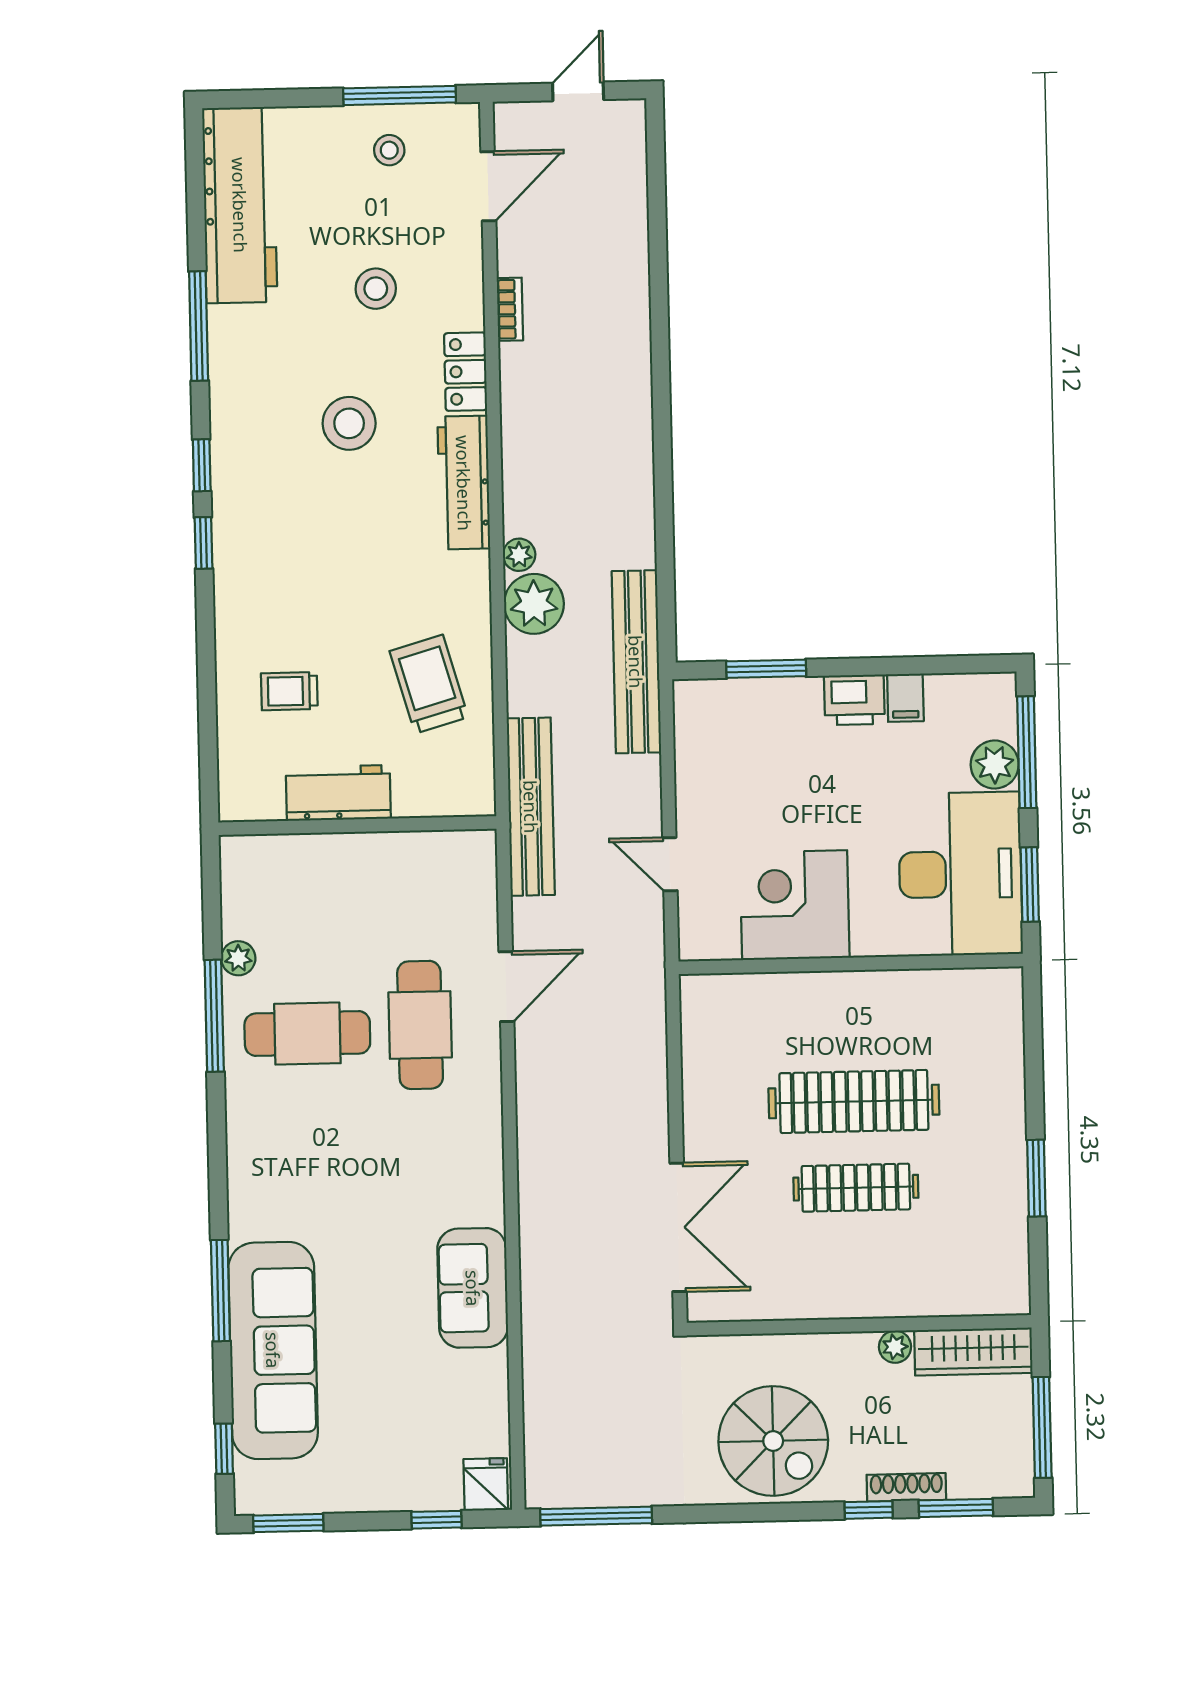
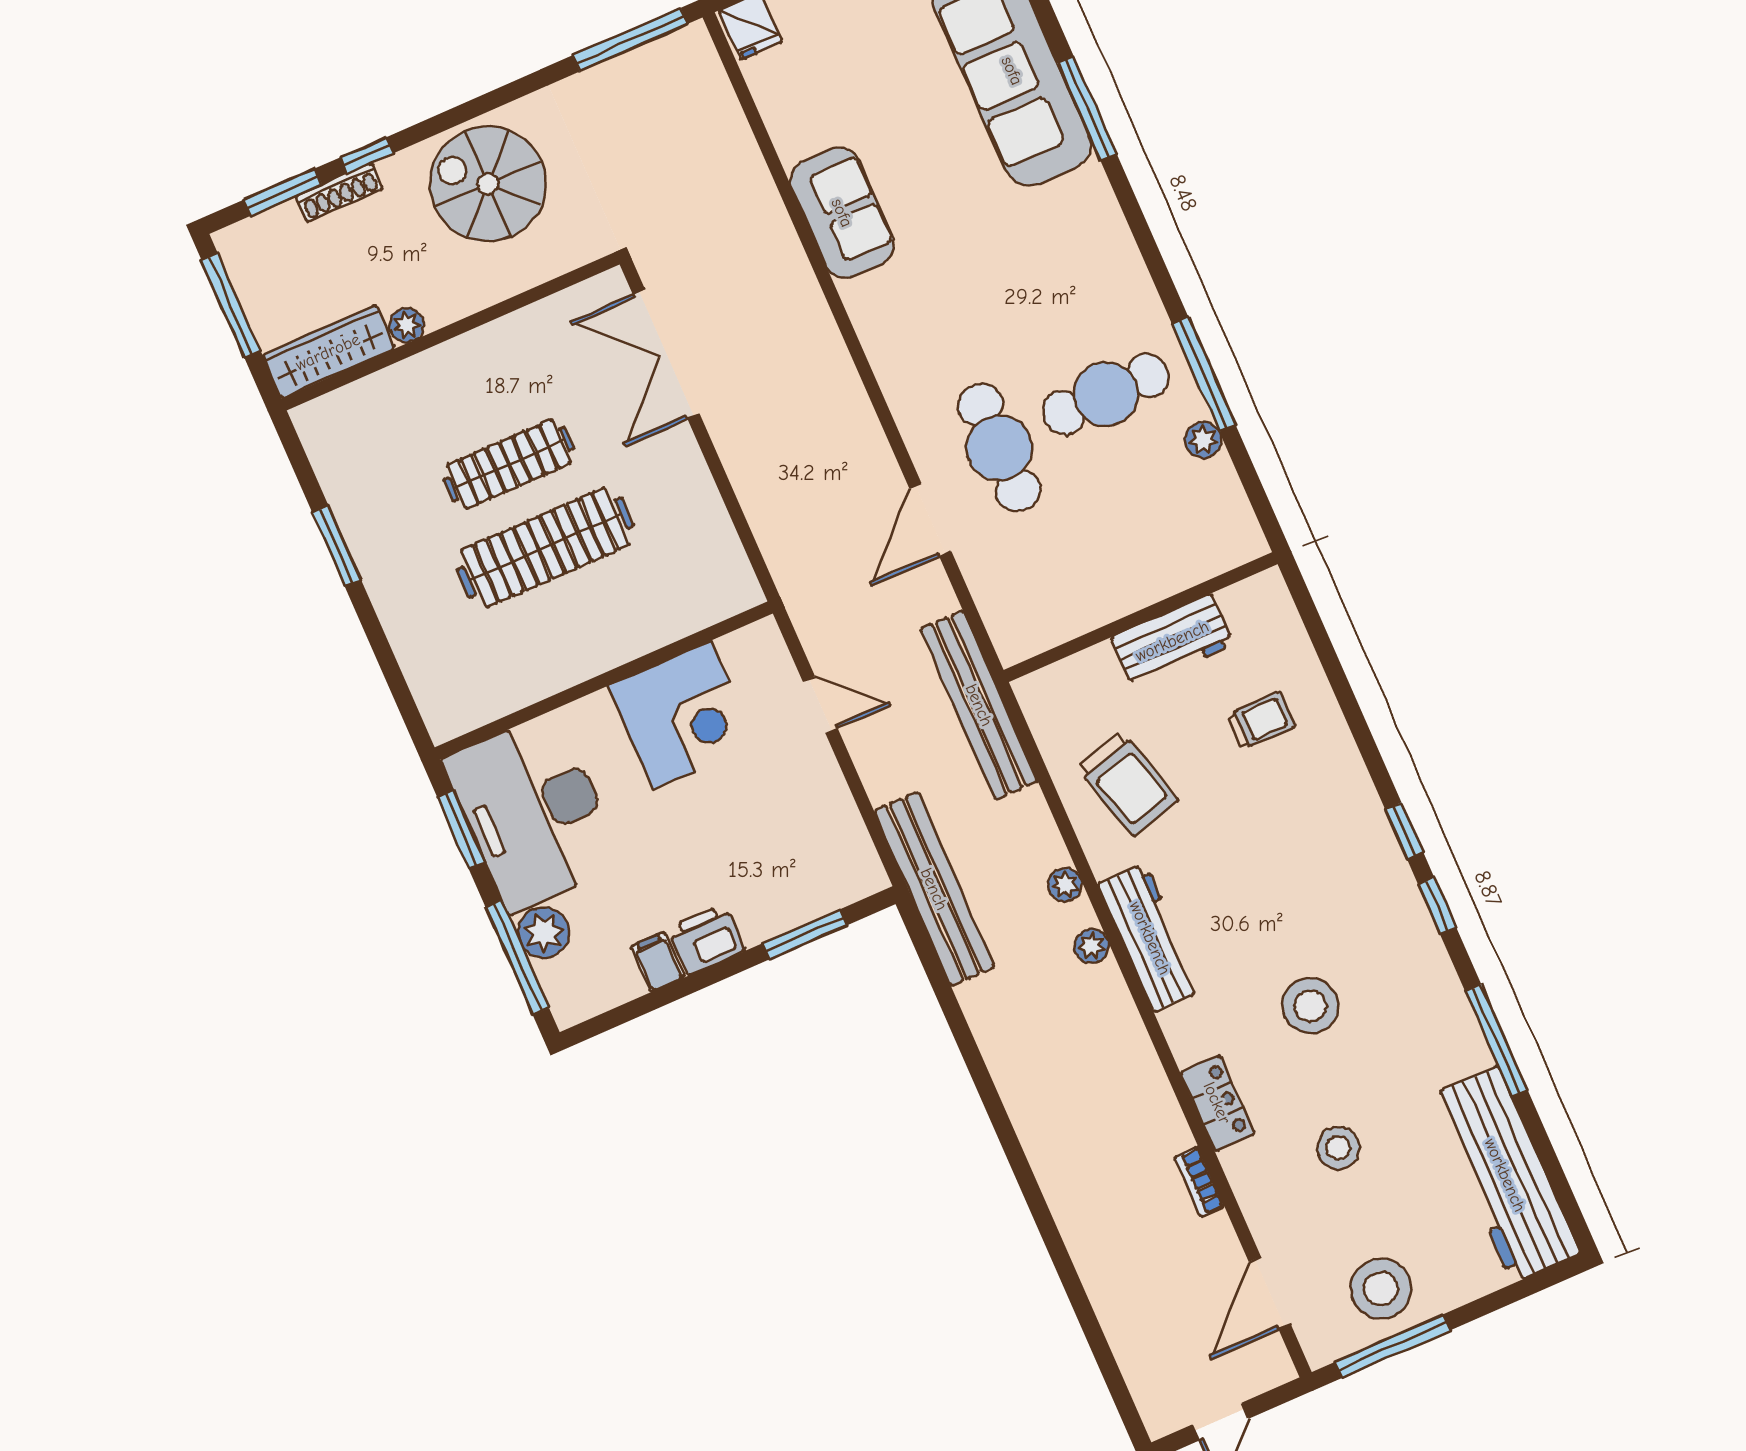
stool: (389, 150) -> (1381, 1288), width x1.89, depth x1.89
workbench: (464, 483) -> (1150, 938), moved
plant: (534, 604) -> (1065, 885), width x0.53, depth x0.53

